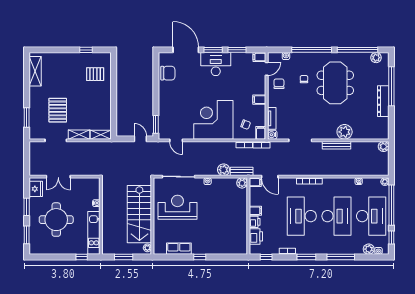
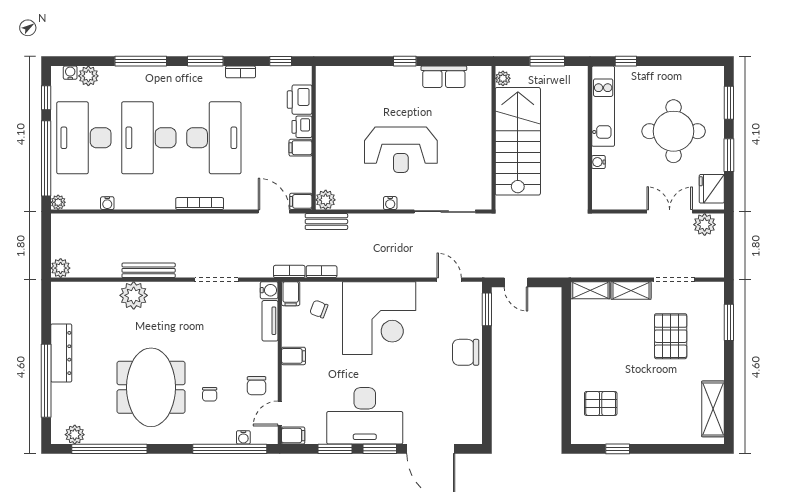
window: (312, 50) -> (230, 449), moved
desk: (216, 64) -> (365, 416), width x1.36, depth x1.30
chair: (168, 73) -> (466, 352), moved
plant: (224, 170) -> (705, 225), moved
reception desk: (177, 207) -> (401, 150), moved

